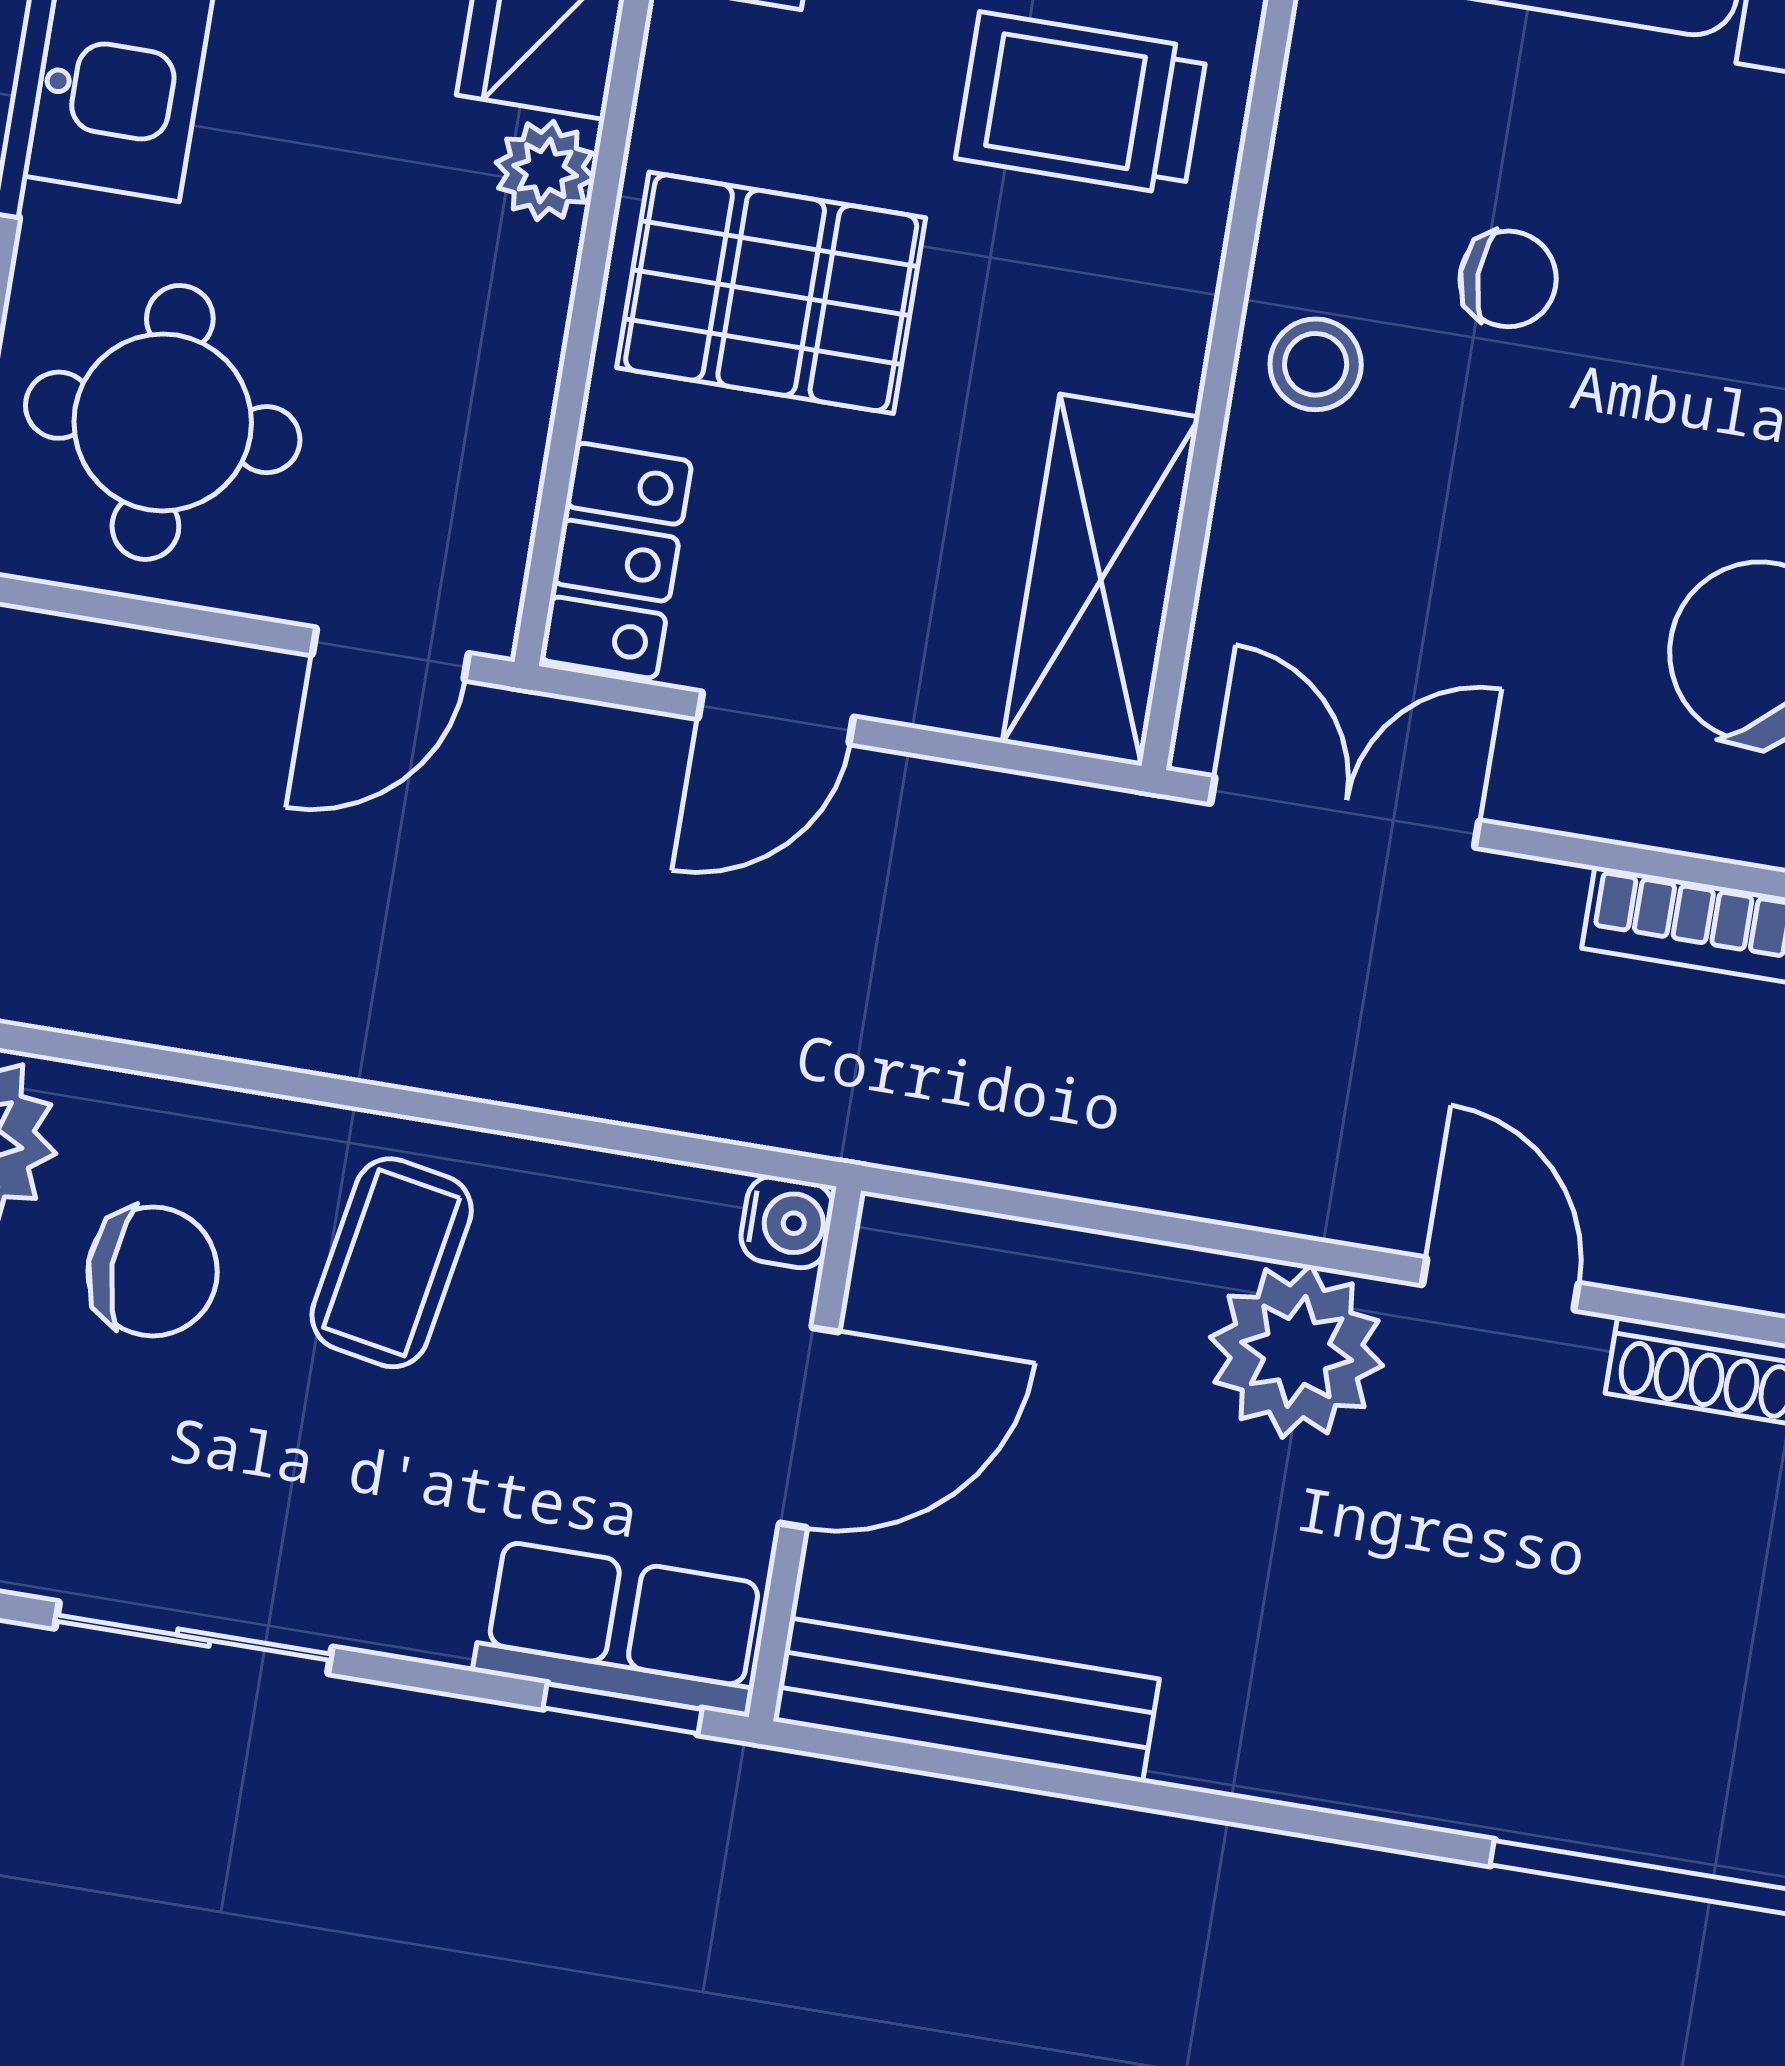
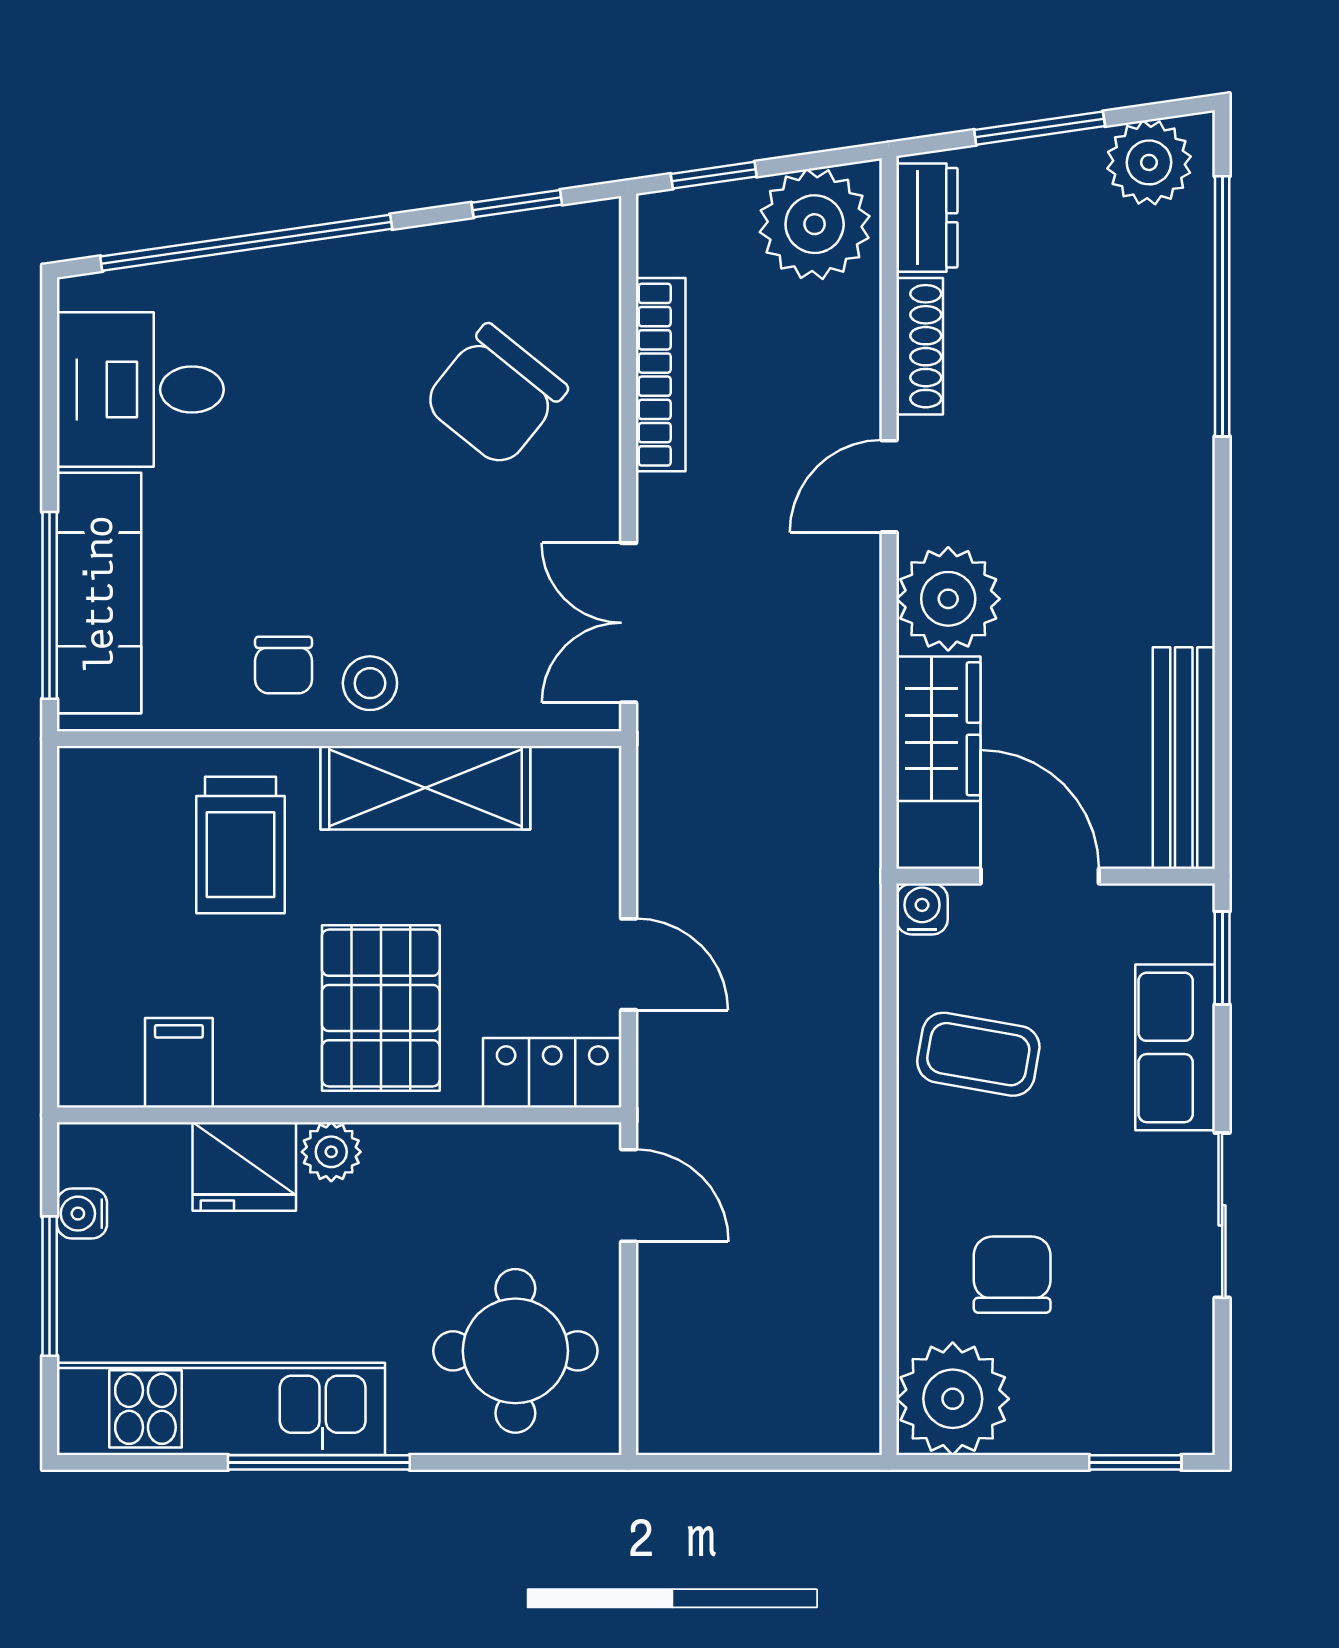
chair: (1508, 279) -> (284, 665), moved, turned 180
shelving: (1101, 580) -> (425, 788), moved
coffee table: (392, 1263) -> (978, 1054), moved
wardrobe: (1083, 1299) -> (938, 729), added
row of seats: (621, 1628) -> (1175, 1047), moved

